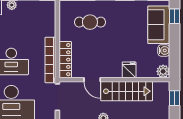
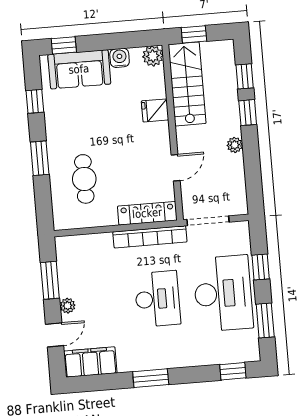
stairs: (127, 91) -> (187, 84), moved

